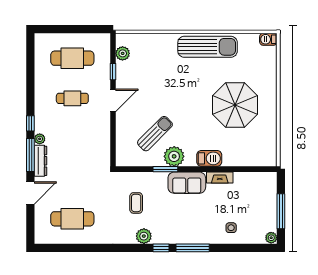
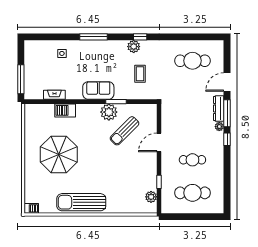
door: (113, 100) -> (159, 142), moved
barbecue: (209, 158) -> (65, 110), moved
fireplace: (220, 177) -> (54, 95), moved
window: (281, 211) -> (21, 79), moved
plant: (271, 238) -> (29, 45), removed
window: (161, 248) -> (140, 37), moved

